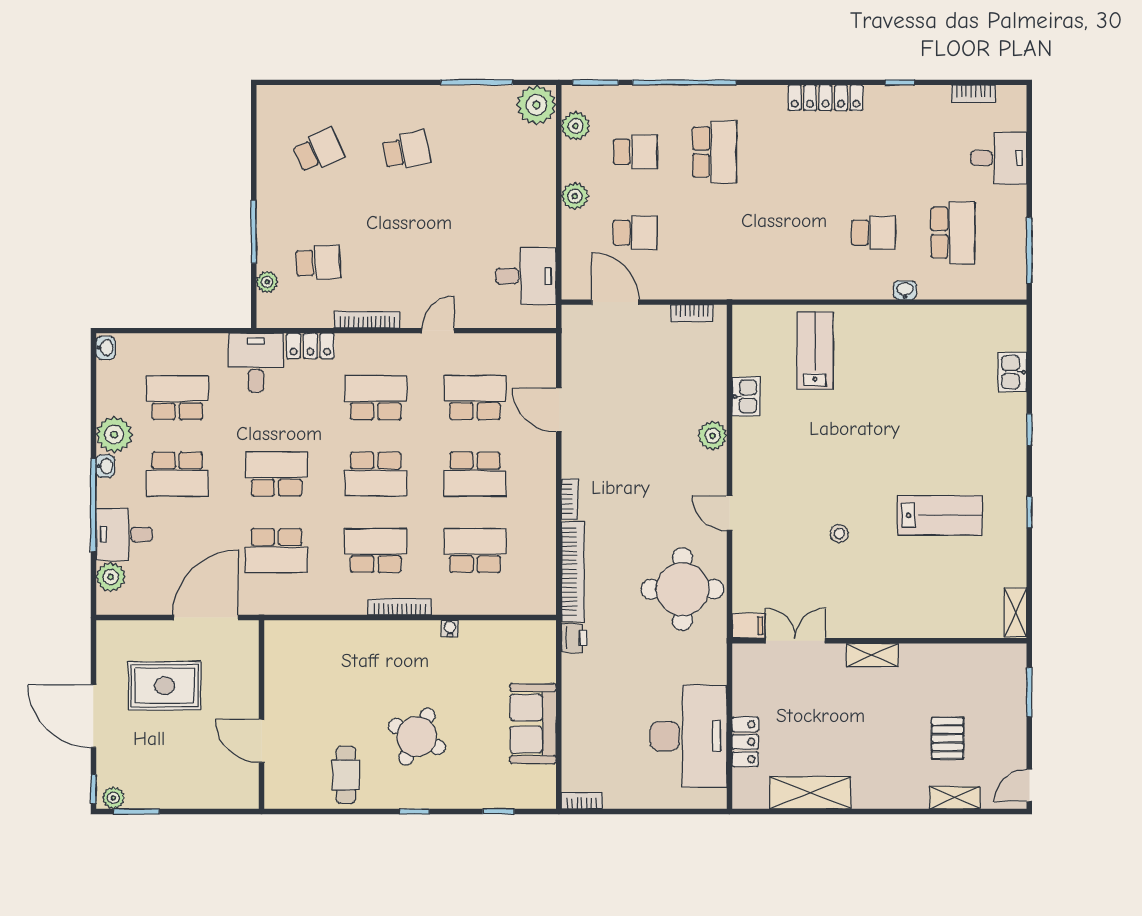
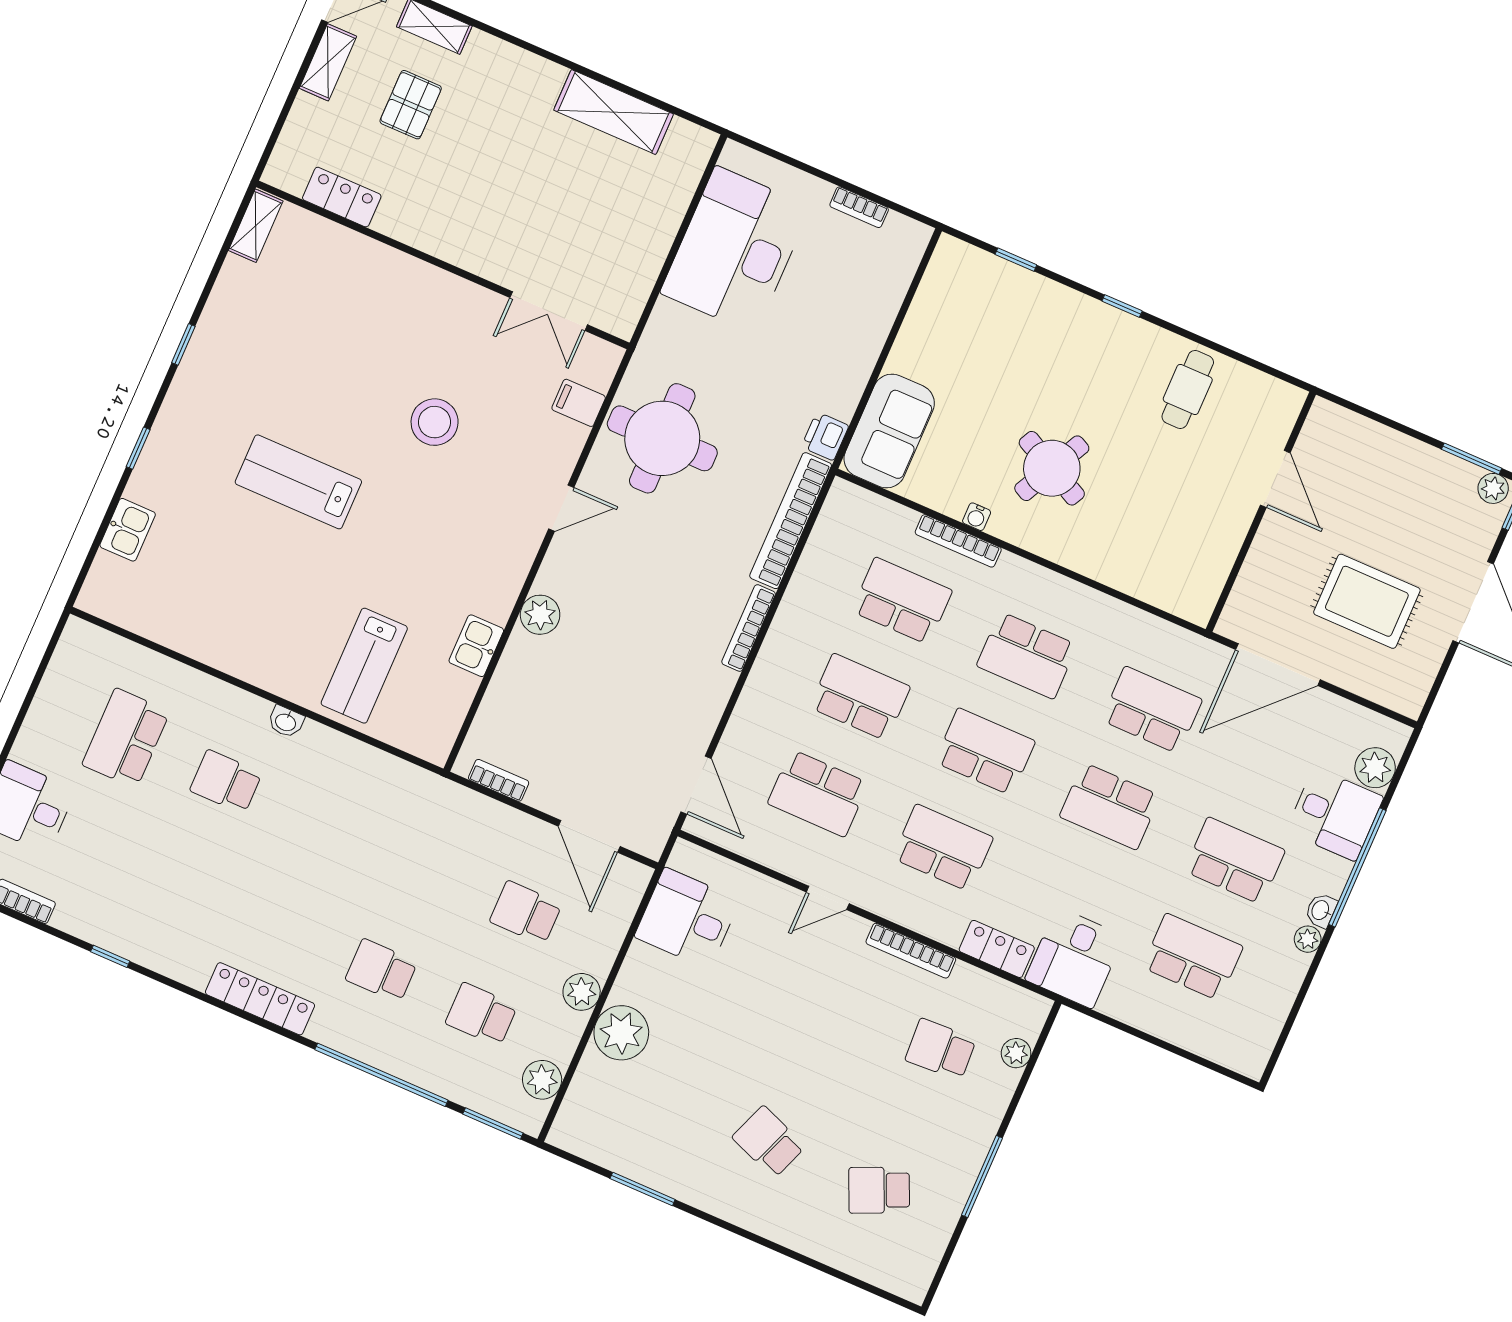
window: (477, 82) -> (643, 1189), width x0.69
locker: (826, 98) -> (260, 999), moved
plant: (536, 105) -> (621, 1033), moved
school desk: (406, 151) -> (769, 1142), turned 33
school desk: (715, 152) -> (381, 971), width x0.54
window: (254, 232) -> (982, 1176), moved
window: (1029, 250) -> (39, 674), removed
washbasin: (905, 290) -> (286, 722), moved
washbasin: (106, 348) -> (1256, 1059), removed
school desk: (177, 398) -> (1193, 957), turned 180
school desk: (376, 398) -> (943, 848), turned 180
door: (559, 410) -> (696, 785), moved
plant: (114, 435) -> (1308, 939), width x0.53, depth x0.53
bookcase: (570, 499) -> (749, 628), width x1.56
door: (729, 513) -> (561, 508), hinge flipped
lab bench: (940, 515) -> (298, 482), moved
stool: (839, 534) -> (435, 422), width x1.89, depth x1.89
school desk: (475, 551) -> (902, 601), turned 180
bookcase: (400, 607) -> (958, 541), moved
filing cabinet: (749, 626) -> (579, 403), moved
shelving: (872, 655) -> (328, 62), moved, turned 90
window: (1029, 692) -> (282, 118), removed
sofa: (533, 724) -> (889, 431), moved
round table: (417, 737) -> (1052, 468), moved
locker: (745, 742) -> (342, 197), moved, turned 90
bookcase: (582, 801) -> (859, 207), moved

